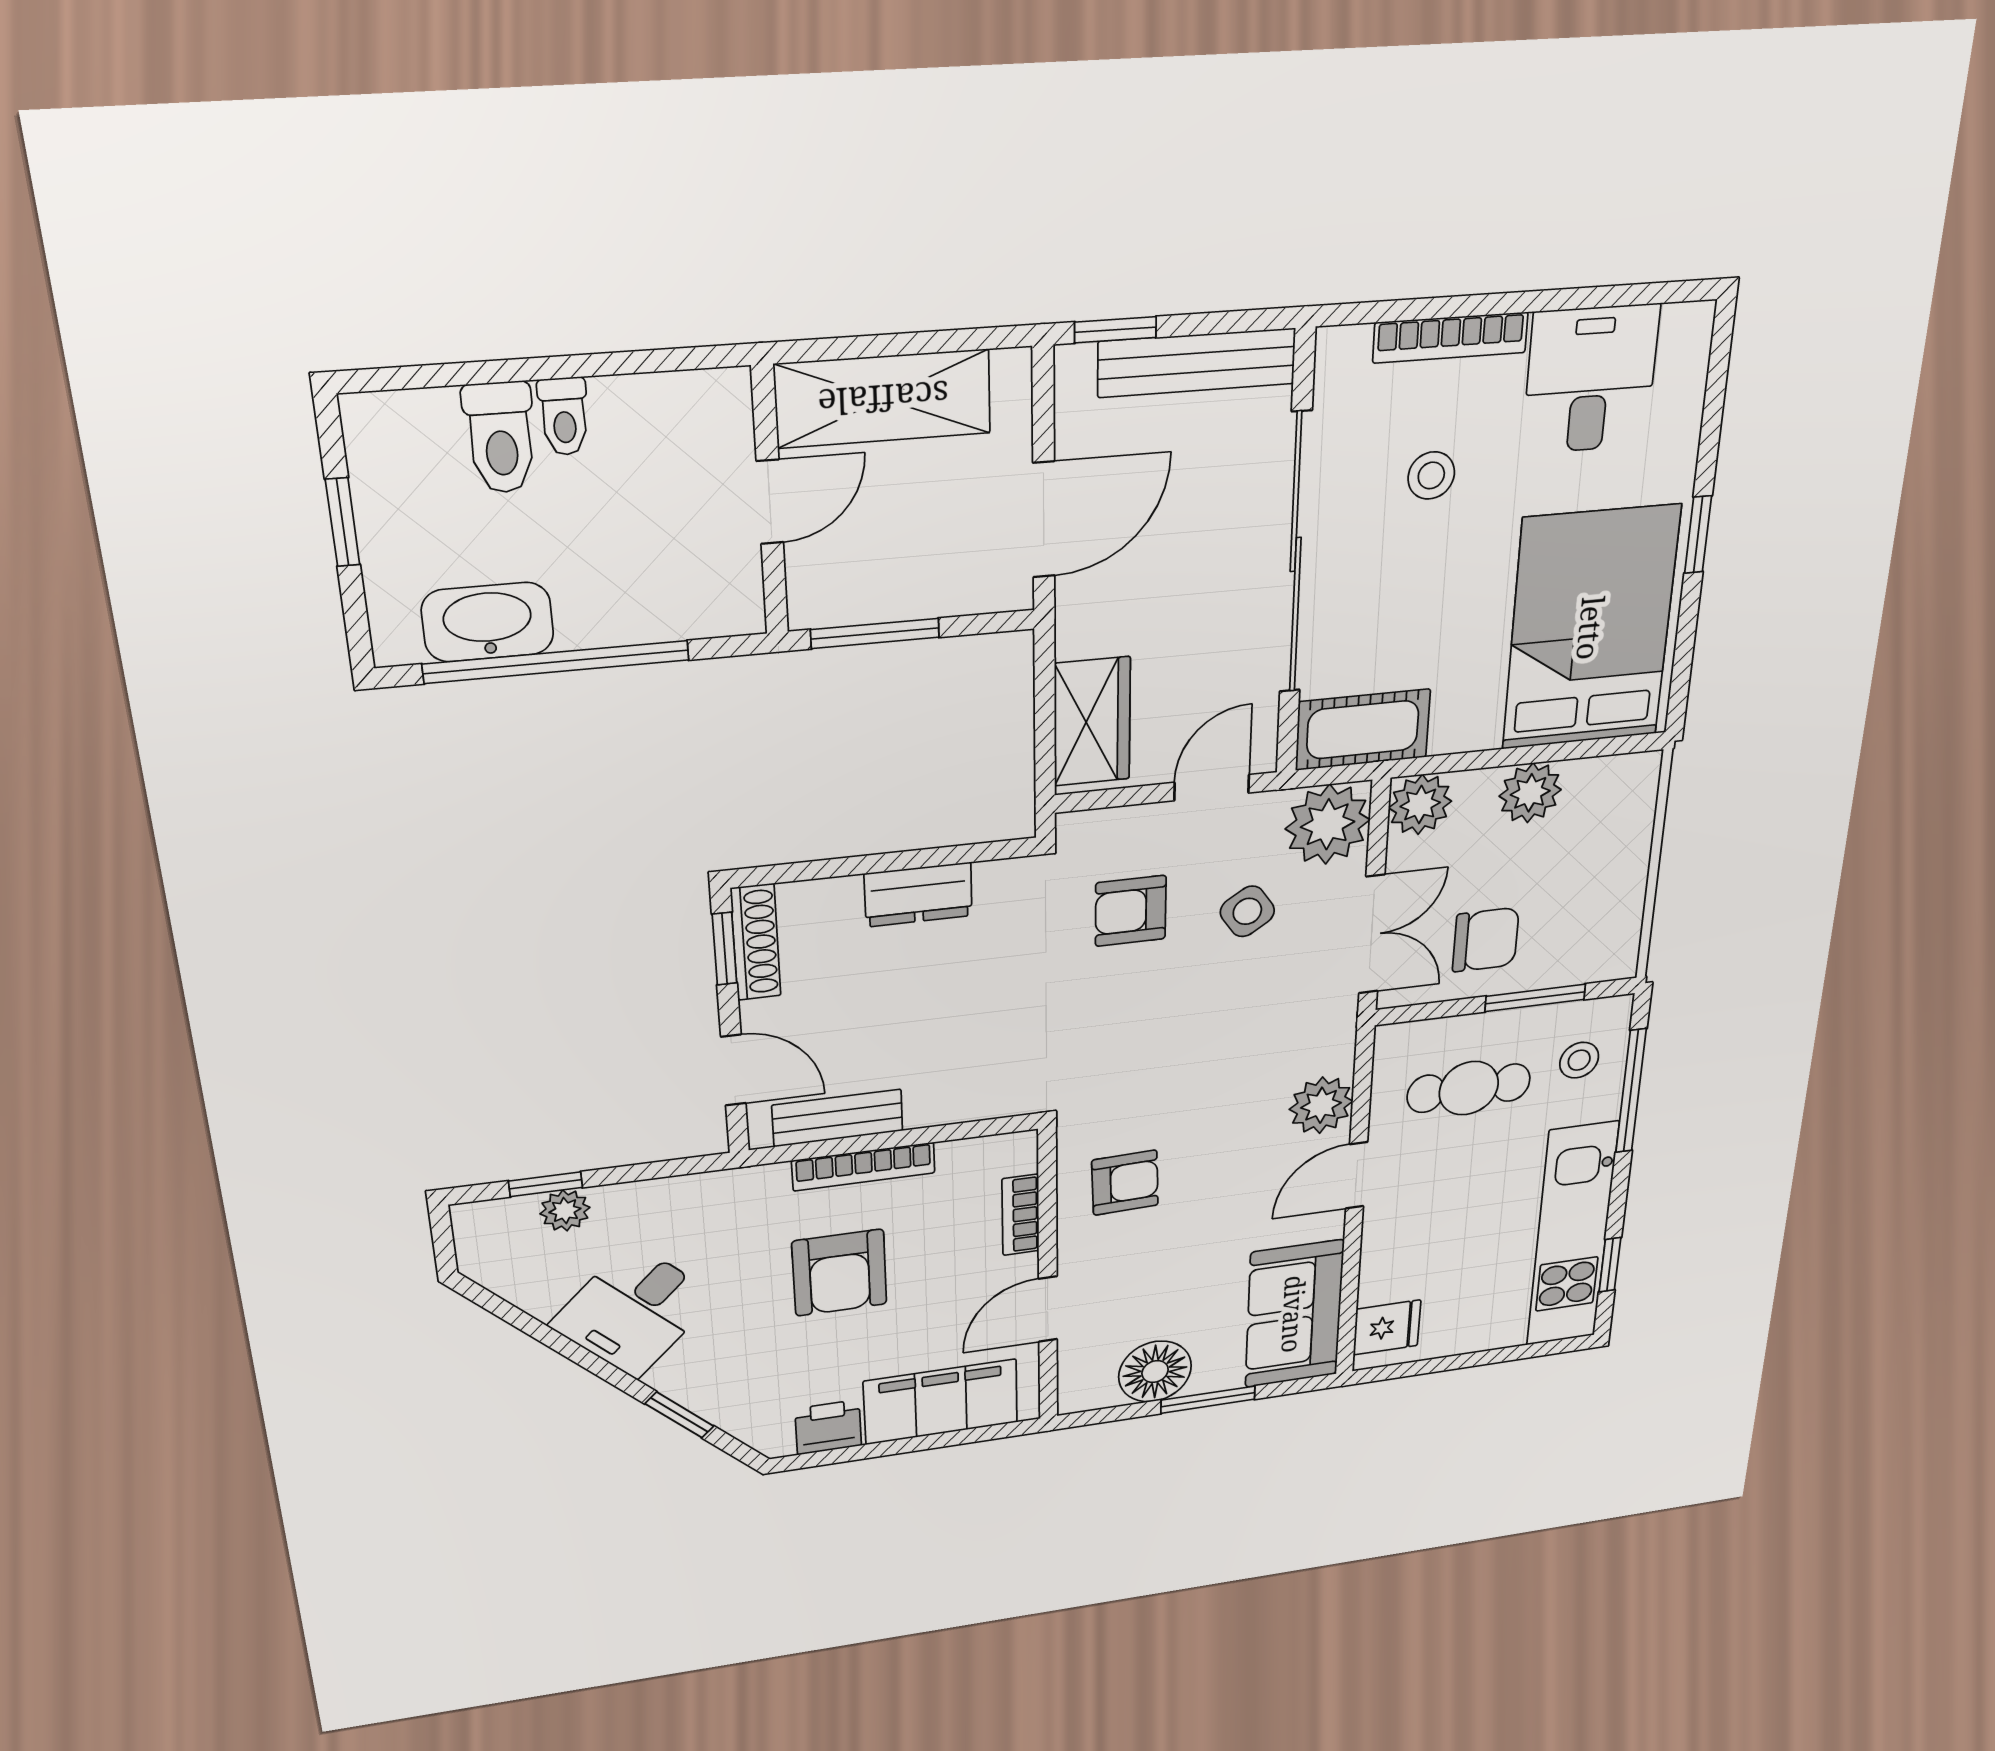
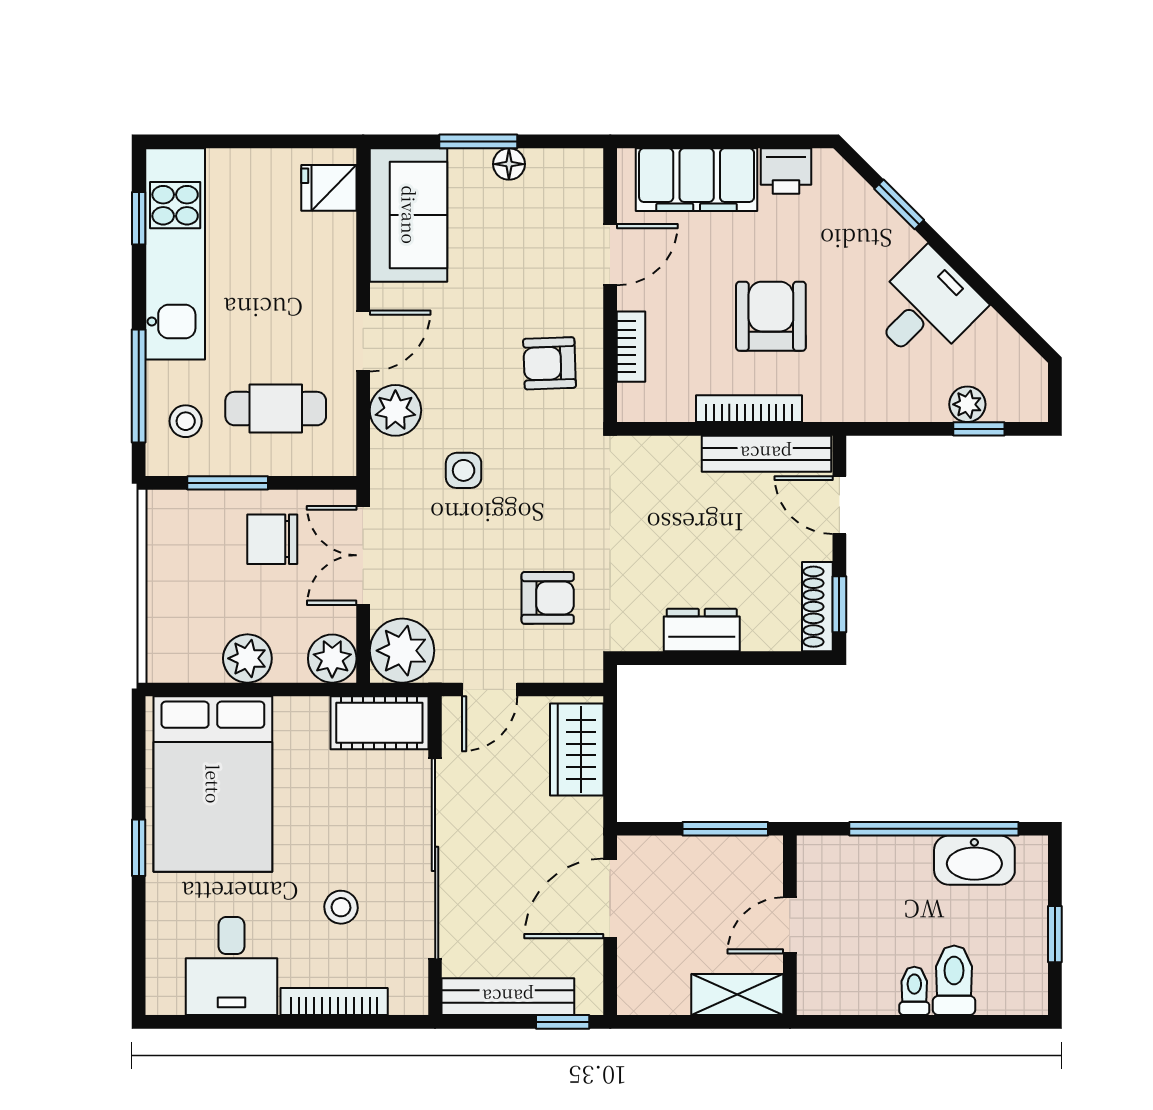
shelving: (883, 399) -> (737, 995), width x0.67, depth x0.75
side table: (1247, 911) -> (464, 470), moved, turned 34
bench: (838, 1118) -> (766, 454), width x1.36
floor lamp: (1155, 1372) -> (509, 164), width x0.53, depth x0.53

